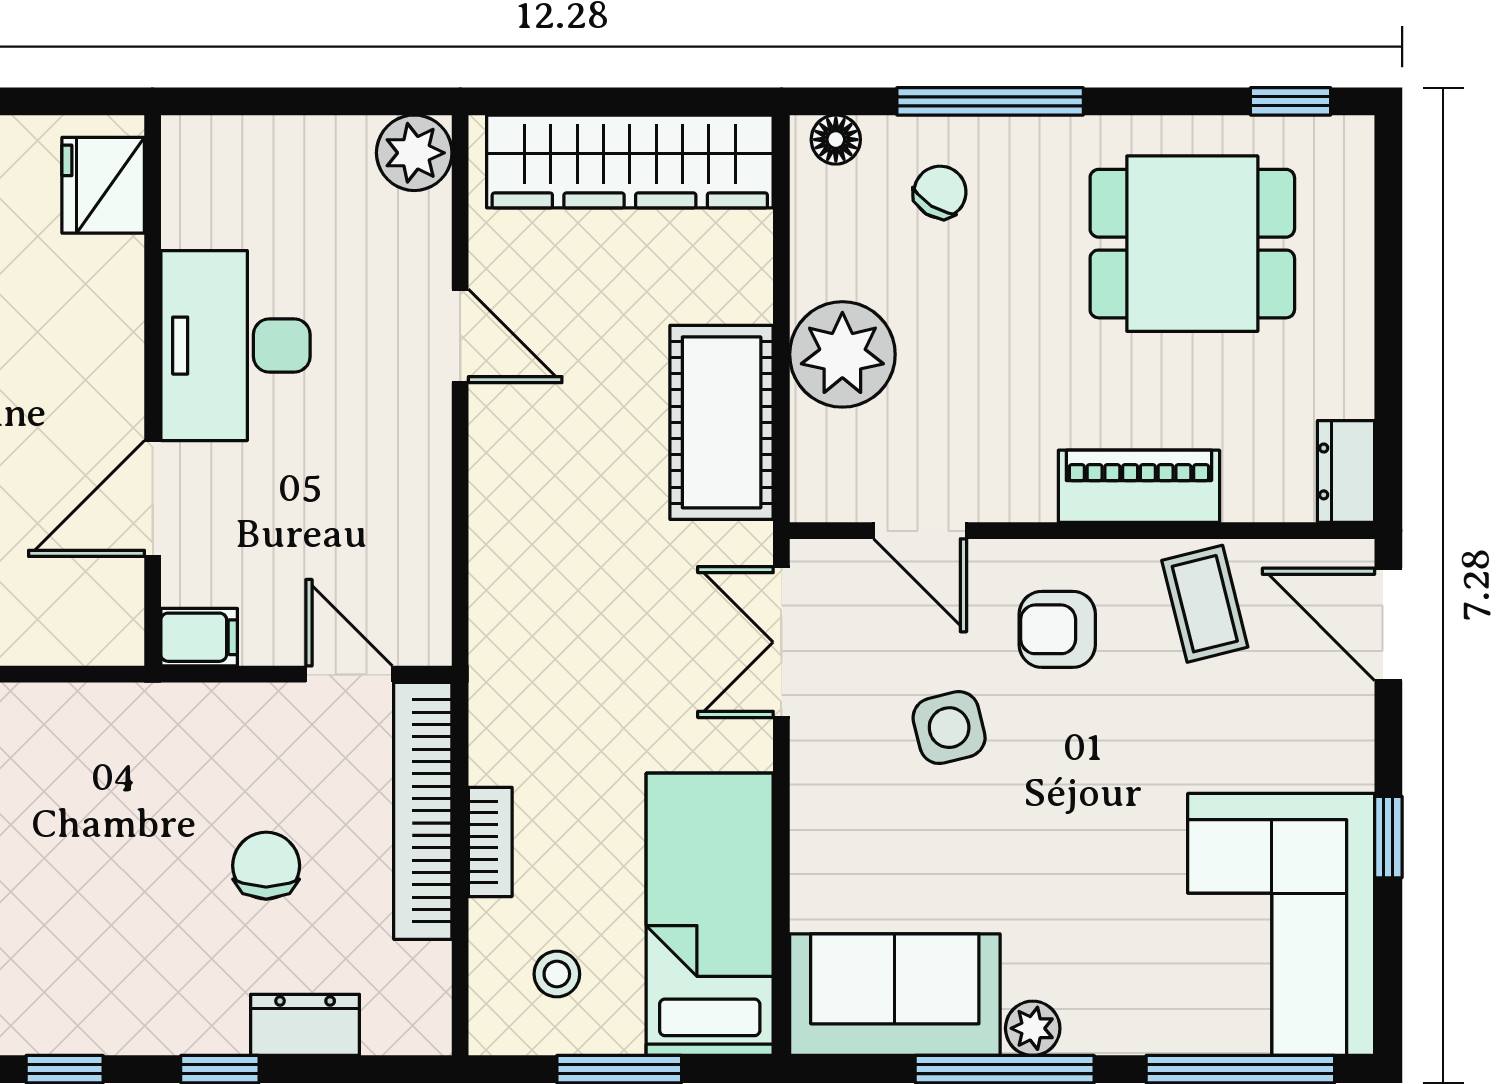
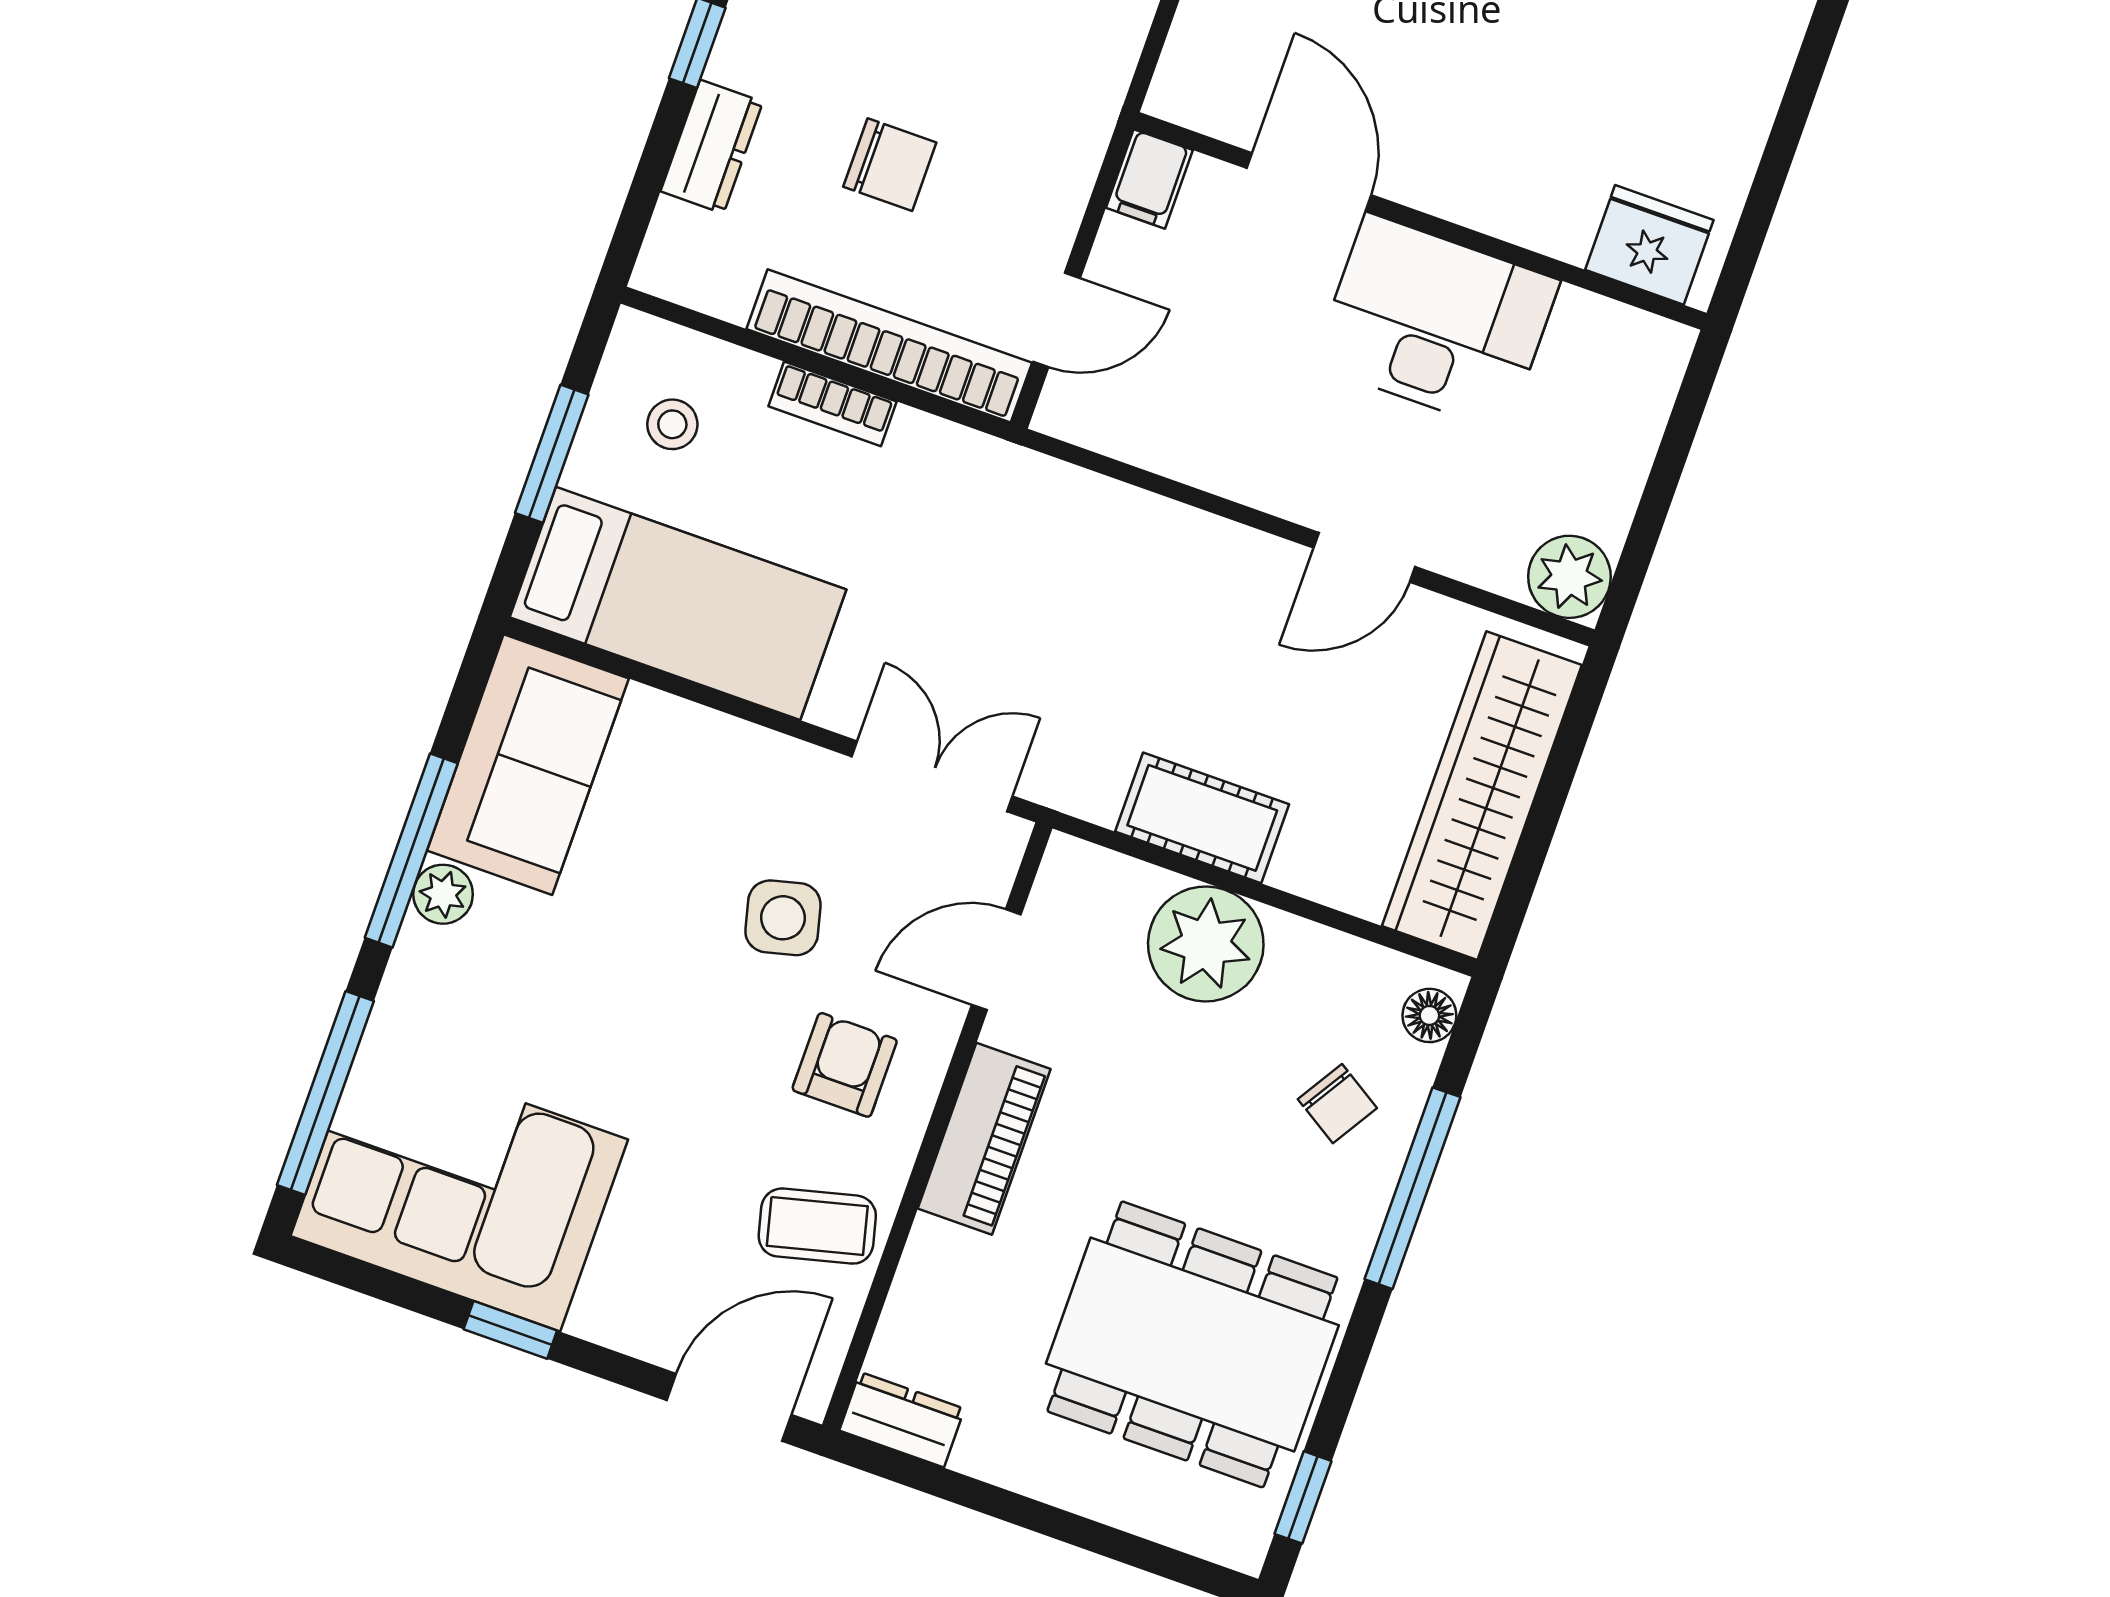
dining table: (1192, 244) -> (1192, 1344), width x1.38
cot: (722, 422) -> (1202, 818), width x0.73, depth x0.75
piano: (1139, 486) -> (984, 1139), moved

